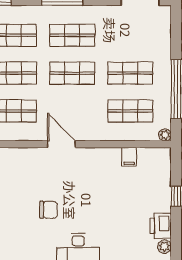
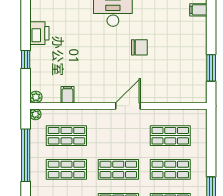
door: (61, 144) -> (128, 106), swing flipped
chair: (49, 210) -> (139, 47), turned 180
plant: (164, 247) -> (36, 97), moved

